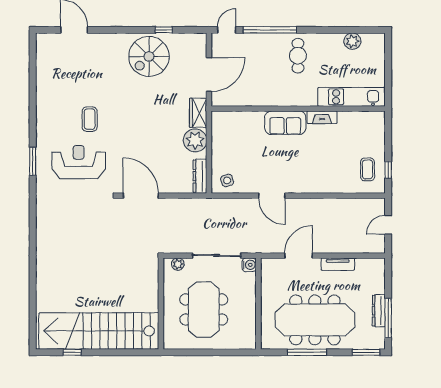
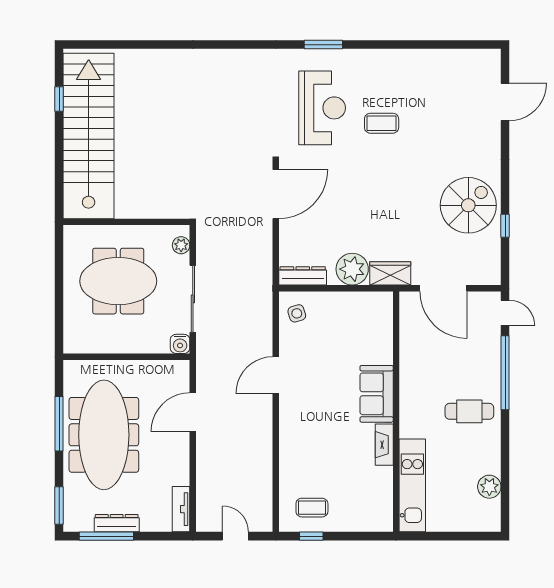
spiral stairs: (149, 56) -> (468, 205), turned 90
door: (299, 256) -> (193, 412), swing flipped
tv unit: (338, 264) -> (181, 509), moved

